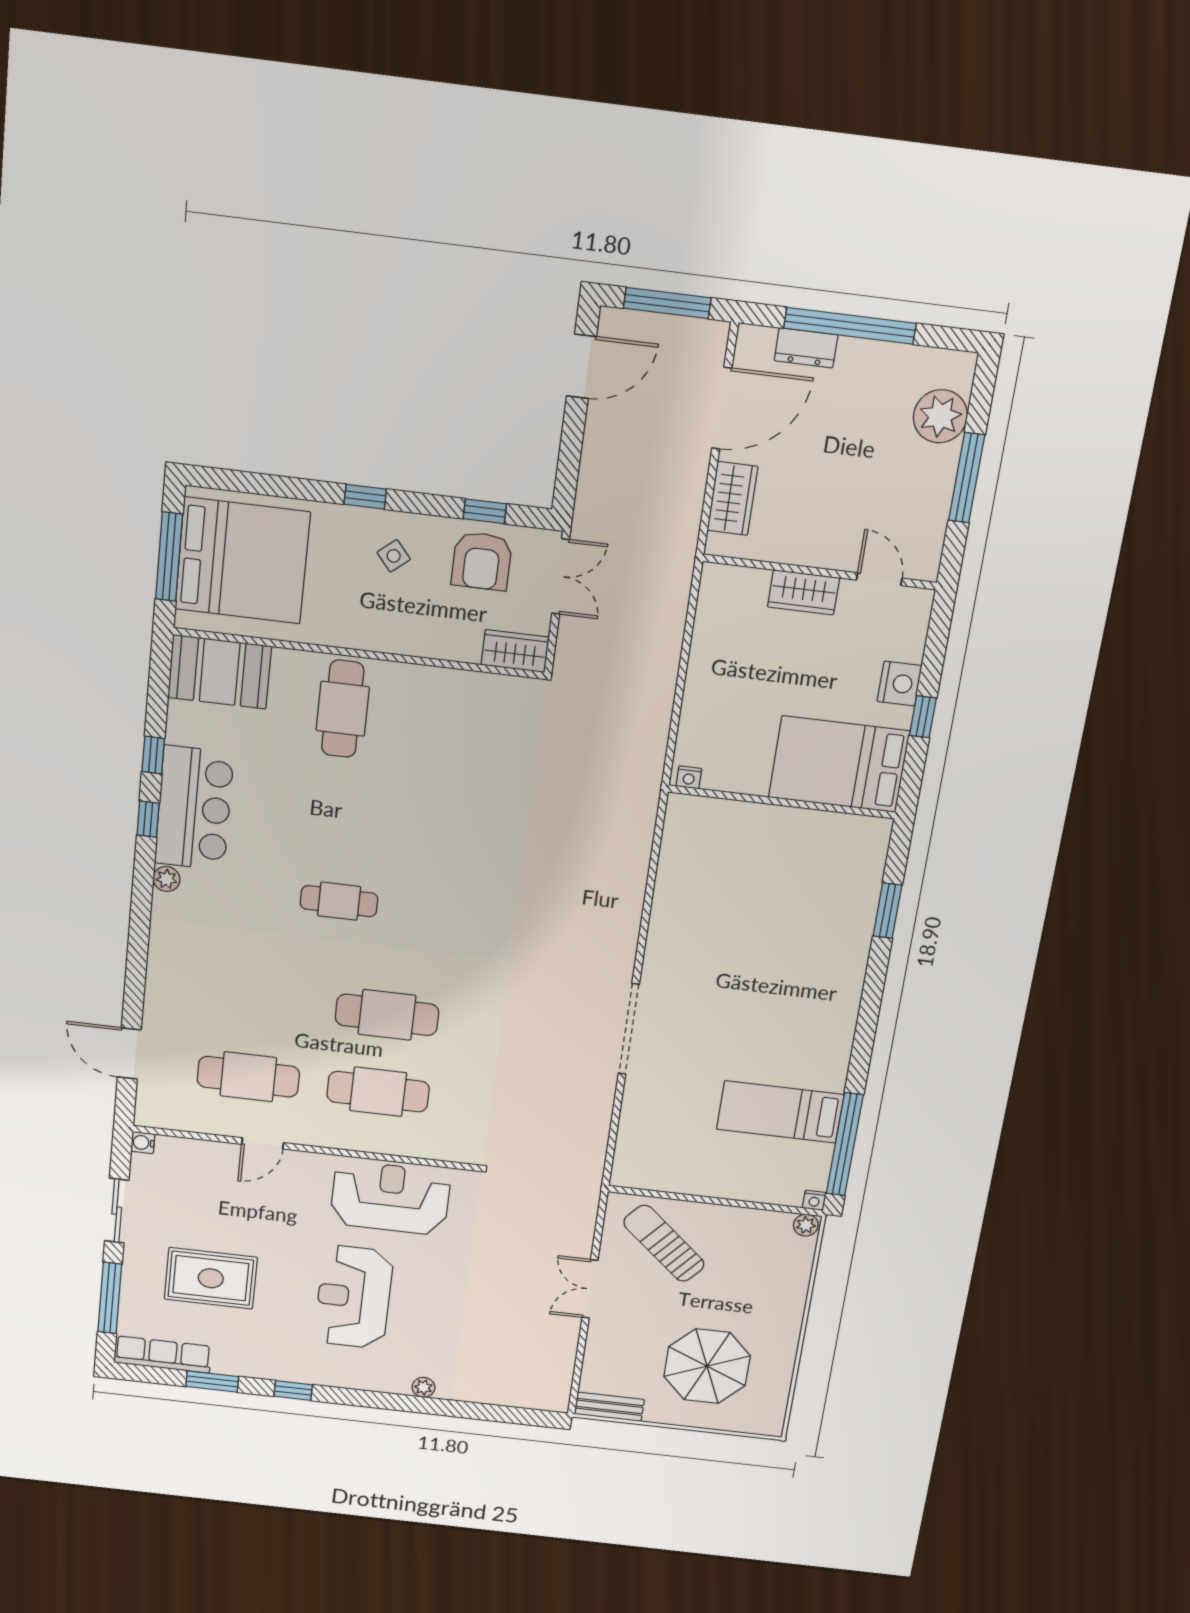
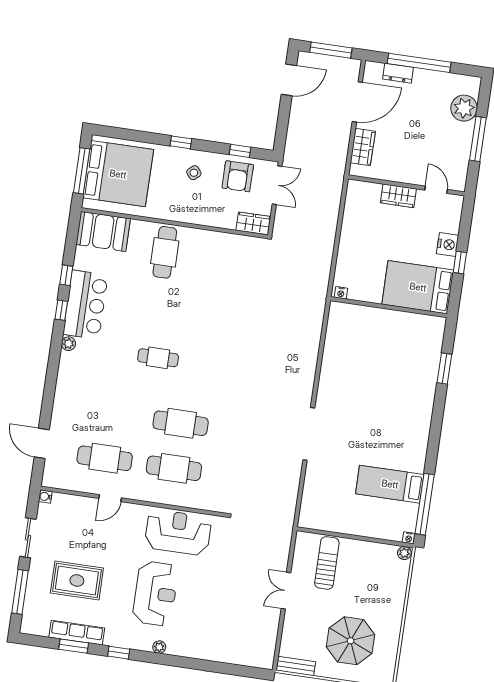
sun lounger: (664, 1243) -> (327, 563), turned 49
reception desk: (354, 1297) -> (155, 594), turned 180
row of seats: (163, 1354) -> (77, 633), moved
plant: (423, 1387) -> (159, 647), moved

